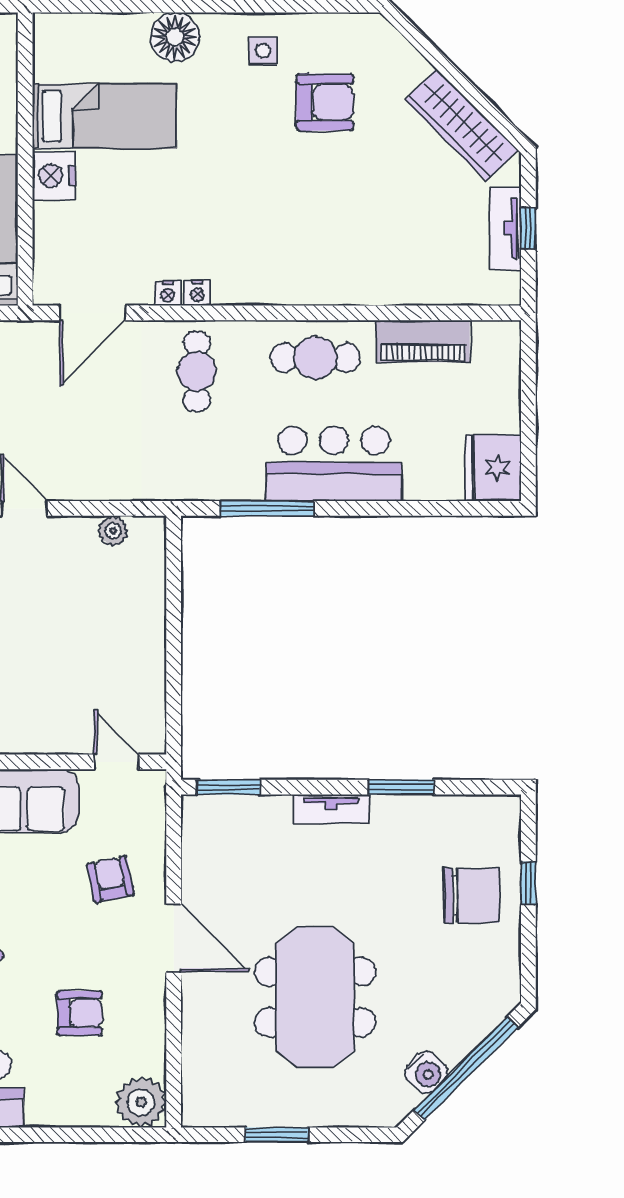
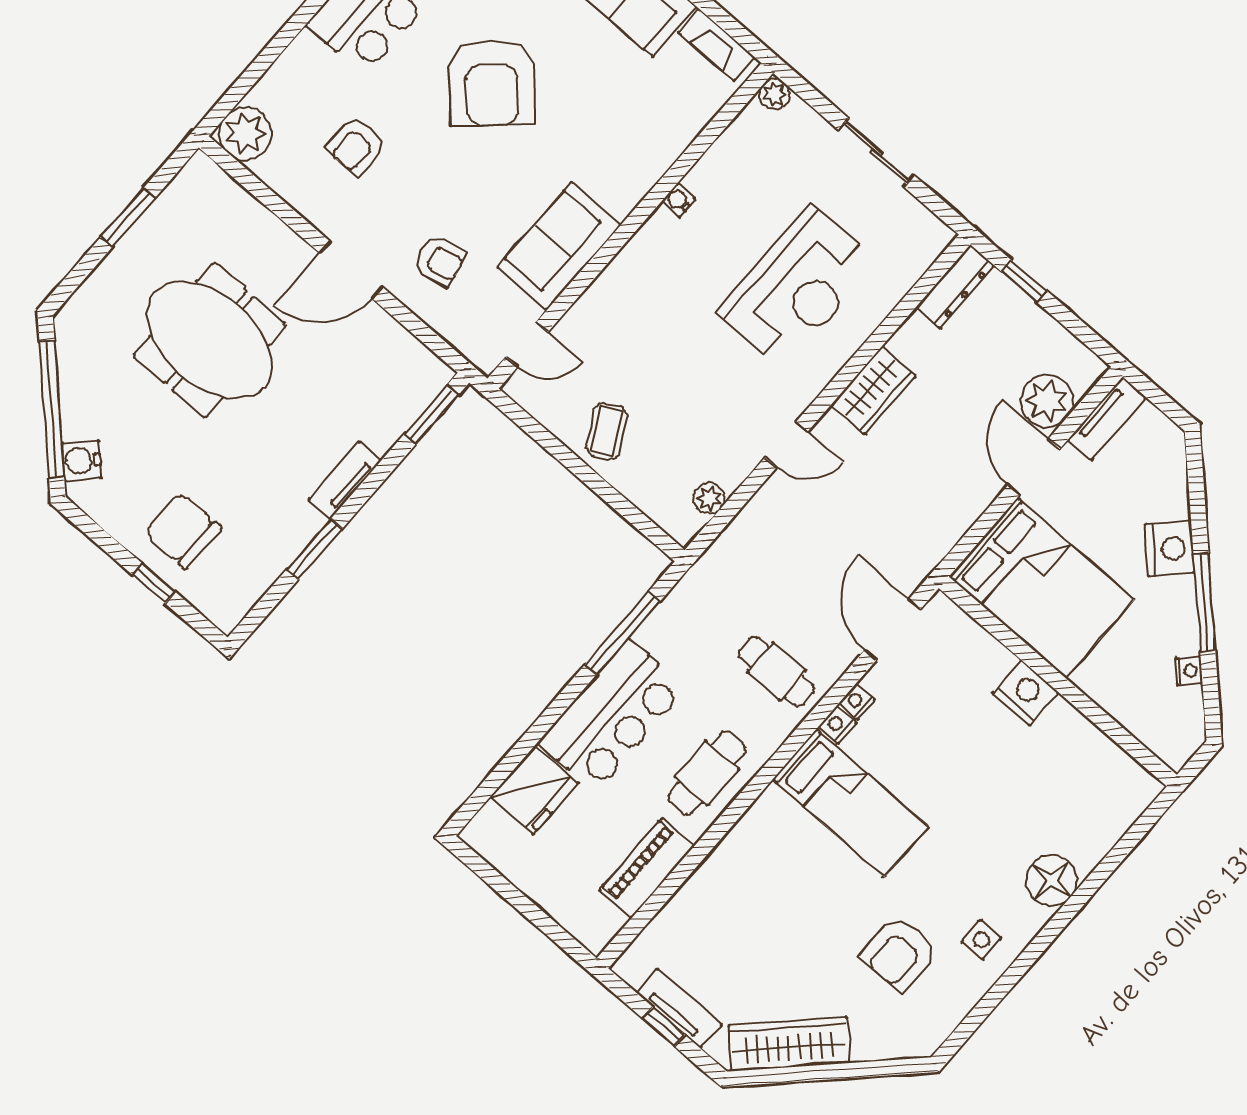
bed: (104, 116) -> (850, 803), moved, turned -90
fridge: (493, 468) -> (534, 790), moved, turned 90
coffee table: (129, 648) -> (607, 431), added
chair: (471, 895) -> (183, 531), turned 90
water cooler: (426, 1072) -> (82, 461), moved

